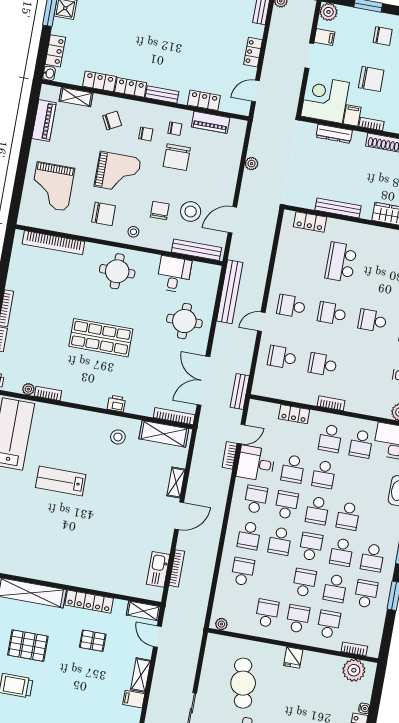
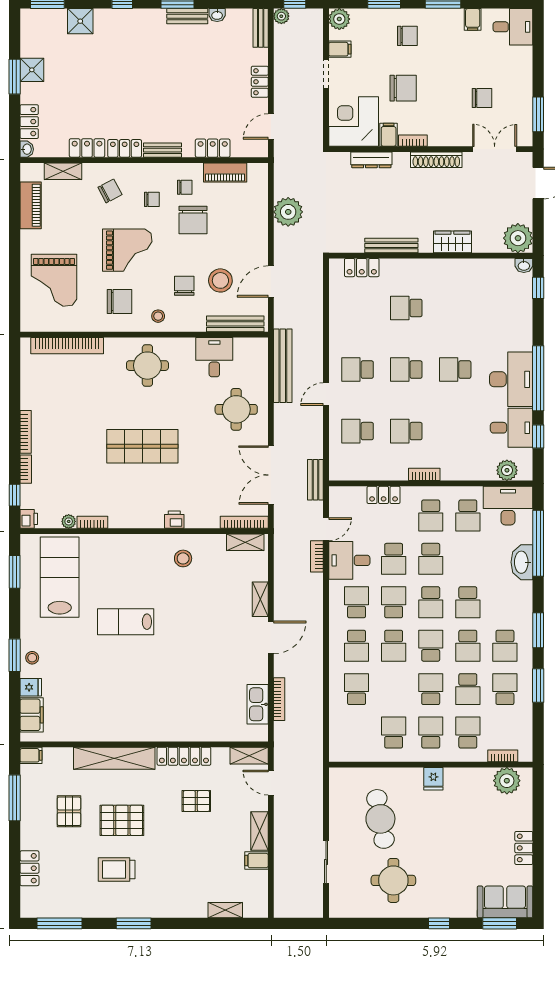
plant: (252, 164) -> (288, 212), width x1.87, depth x1.87
school desk: (341, 262) -> (406, 308), width x0.54
shelving: (164, 434) -> (245, 542), width x0.67, depth x0.75
plant: (221, 624) -> (343, 755), removed
water cooler: (364, 708) -> (527, 823), removed

